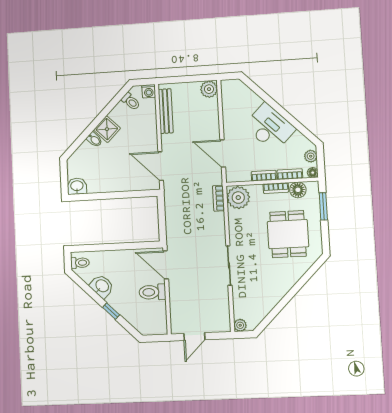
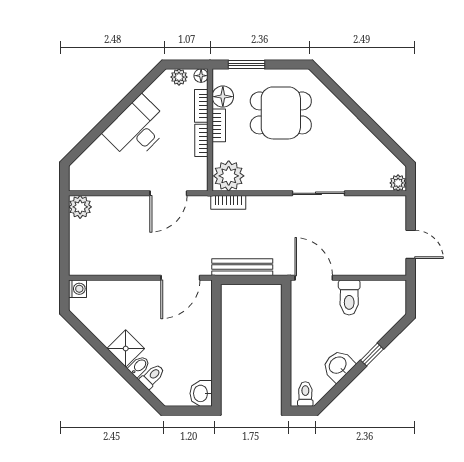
toilet: (131, 101) -> (152, 376), moved
bench: (166, 111) -> (242, 267), moved
door: (166, 265) -> (314, 278), swing flipped

